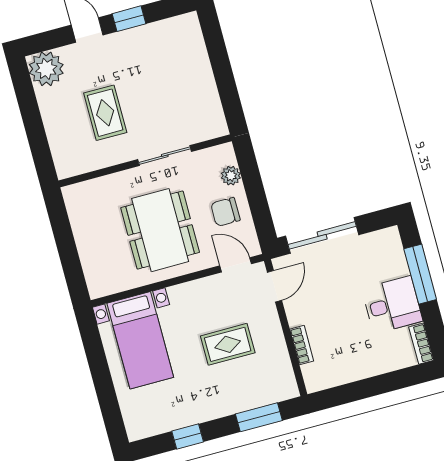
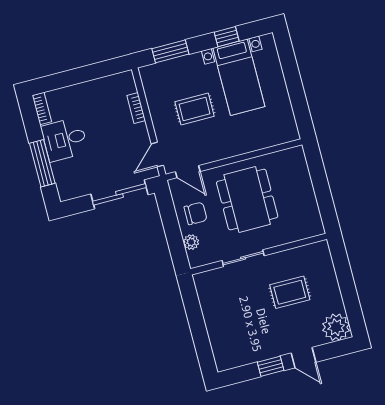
rug: (105, 113) -> (290, 292), turned 90
bed with nightstands: (140, 340) -> (239, 77), moved, turned 180

